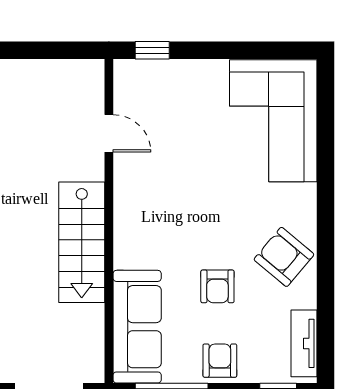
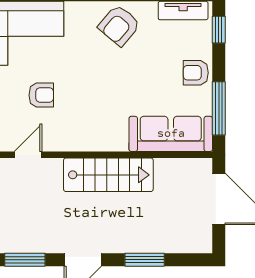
armchair: (217, 286) -> (41, 95), moved

